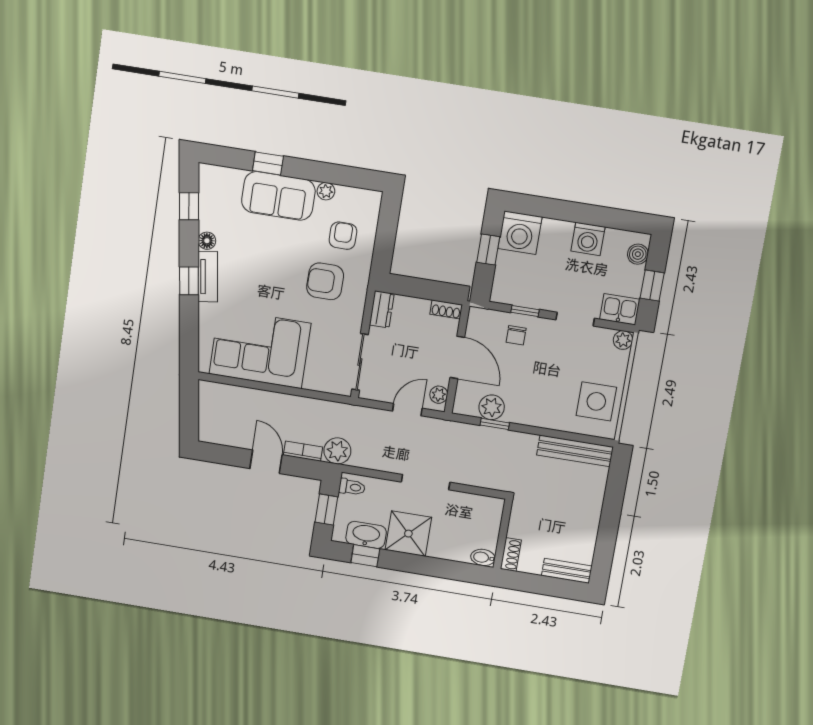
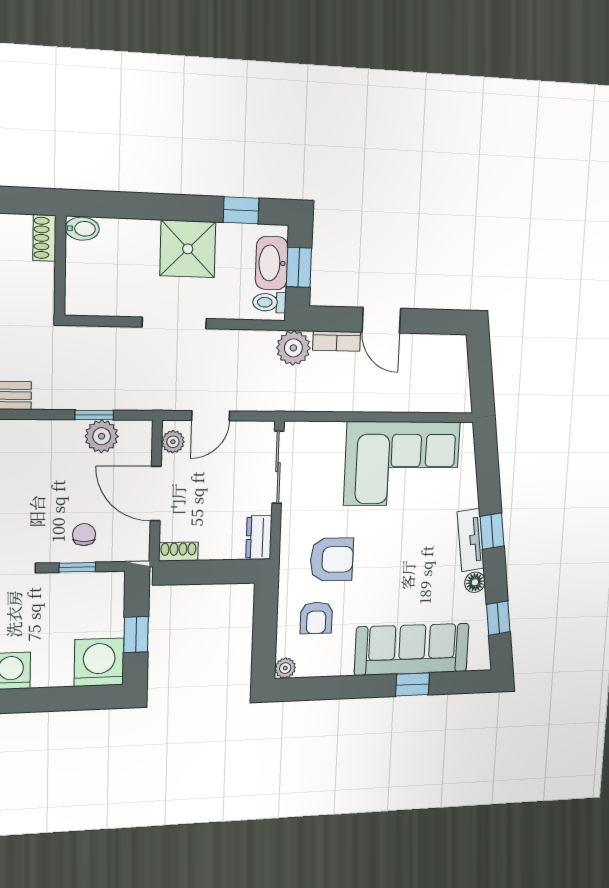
plant: (326, 191) -> (285, 668), moved
sofa: (278, 196) -> (412, 649), width x1.36
washbasin: (366, 535) -> (272, 263), moved, turned 90

